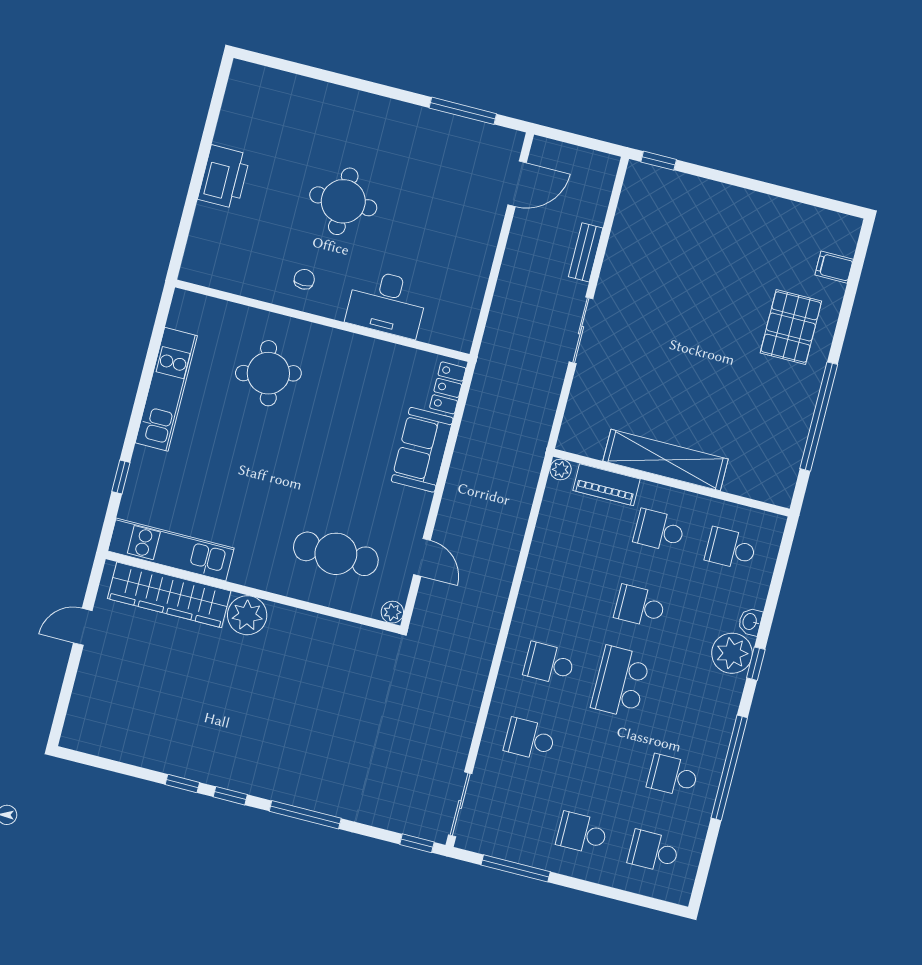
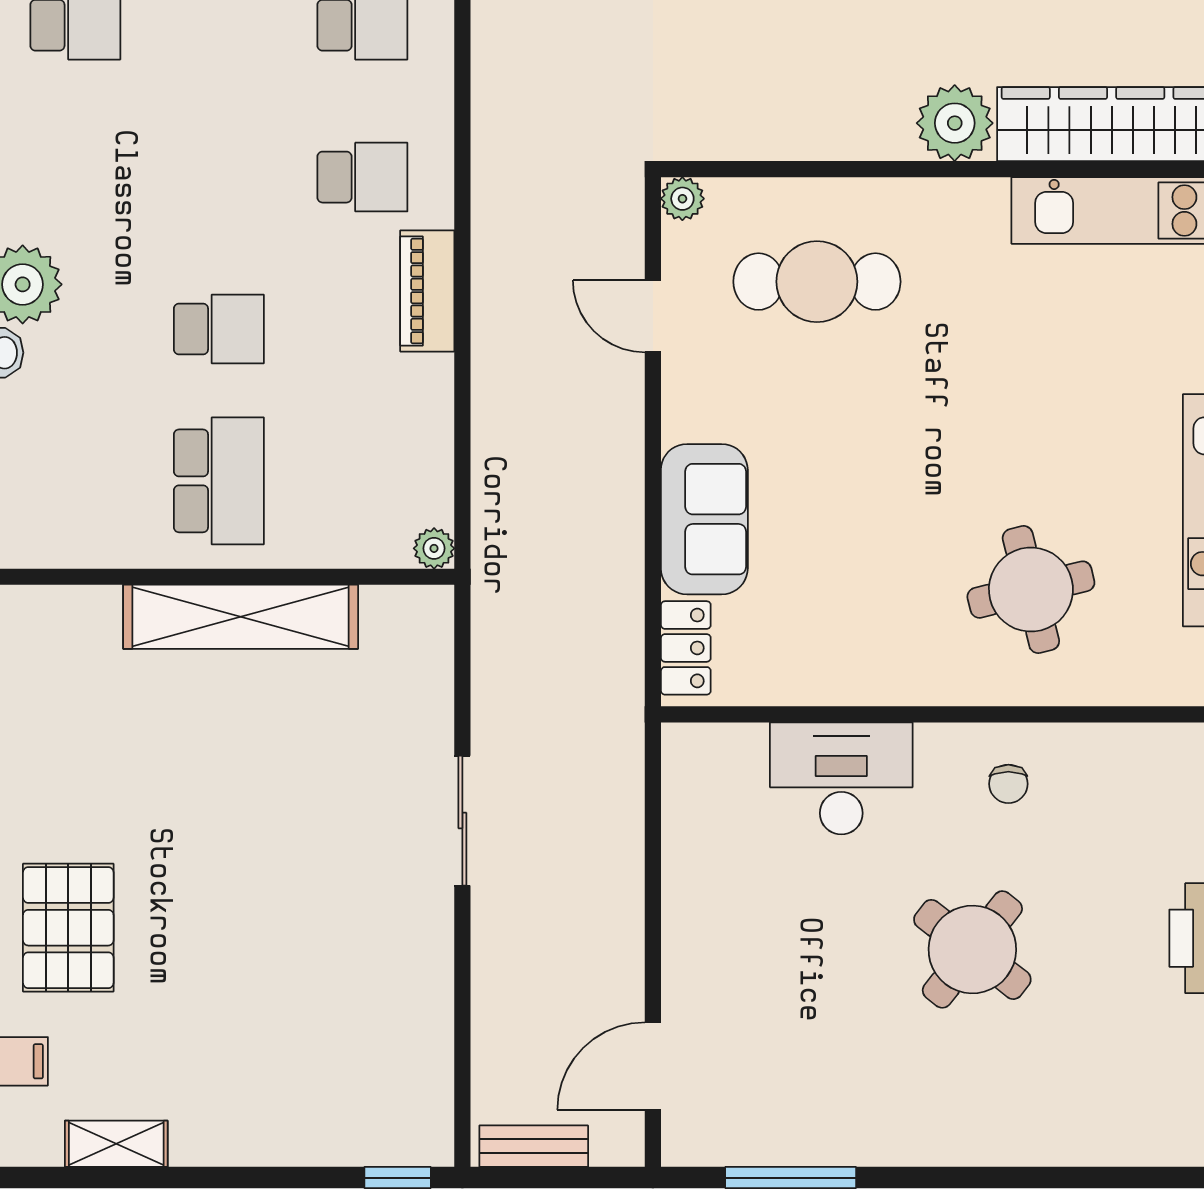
round table: (343, 201) -> (972, 949), turned 38
shelving: (794, 213) -> (116, 1144), added
bench: (586, 252) -> (534, 1146), moved, turned 90
piano: (606, 485) -> (427, 291), moved, turned -90
school desk: (659, 530) -> (219, 481), width x1.85
school desk: (731, 549) -> (75, 481), removed
school desk: (621, 682) -> (219, 177), removed

